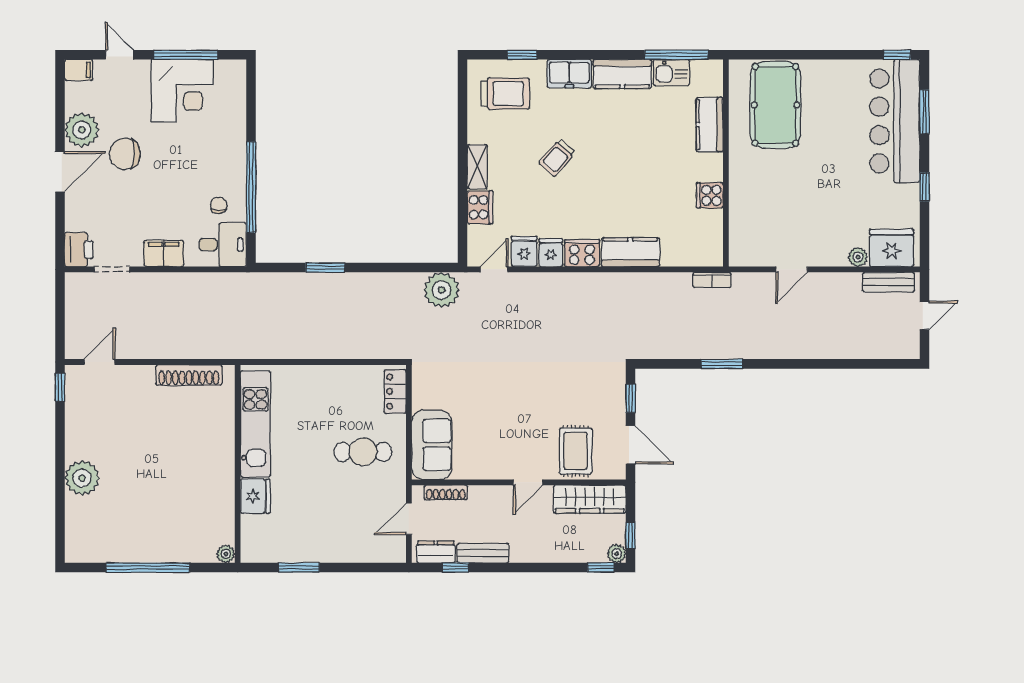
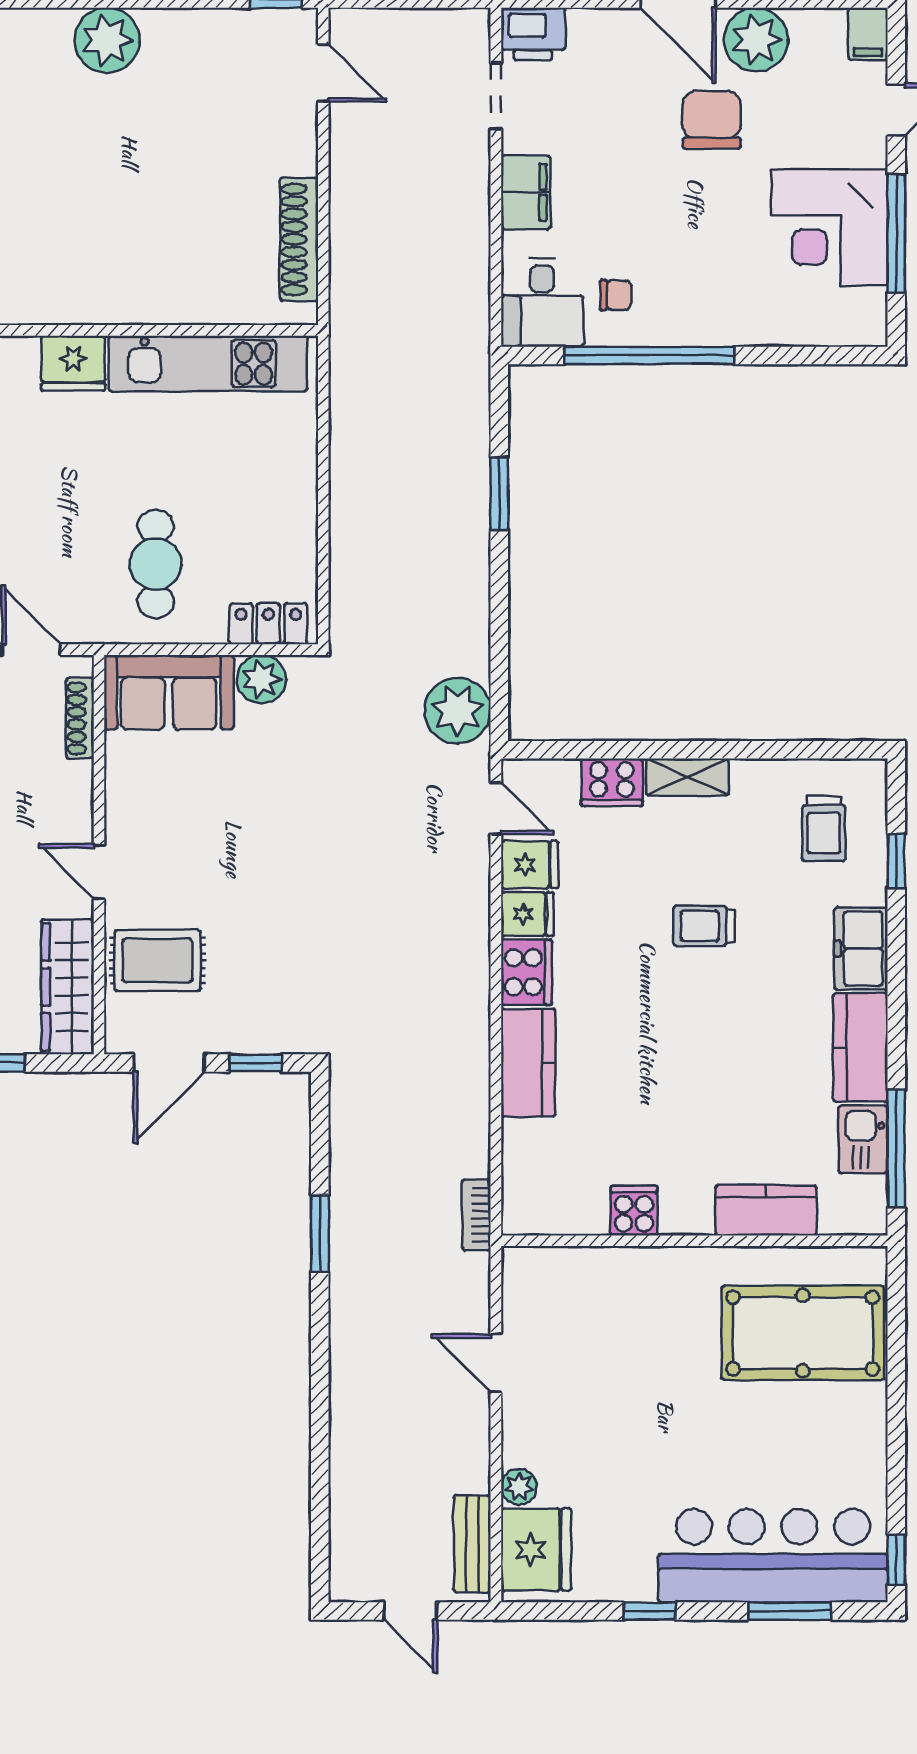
trolley: (505, 94) -> (824, 829), width x0.73, depth x0.72
trolley: (557, 158) -> (704, 926), turned -41
plant: (425, 395) -> (261, 679), added

